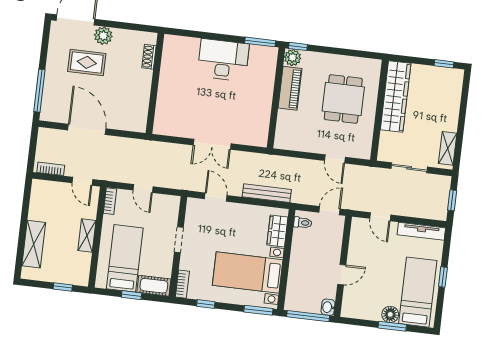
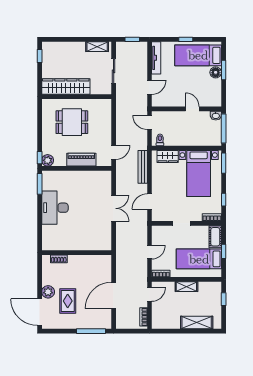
piano: (290, 88) -> (81, 160), moved
door: (335, 159) -> (114, 152), moved

